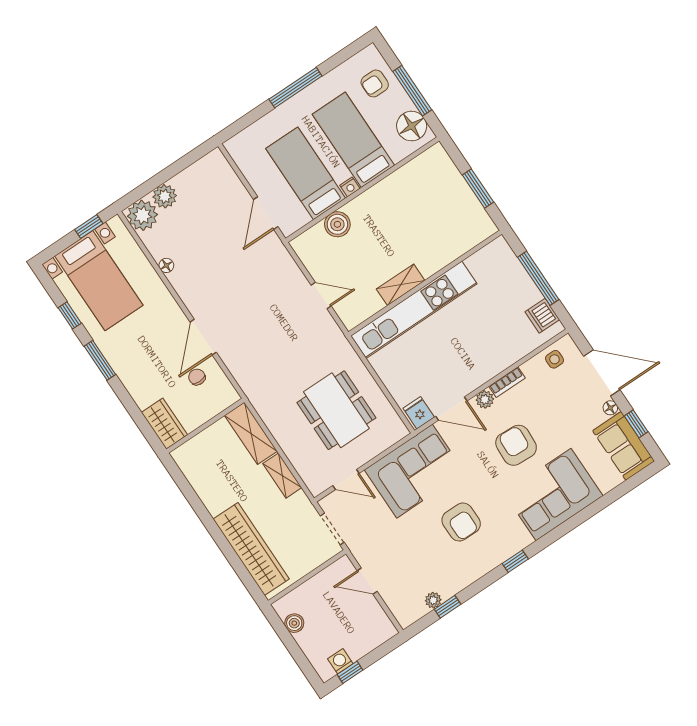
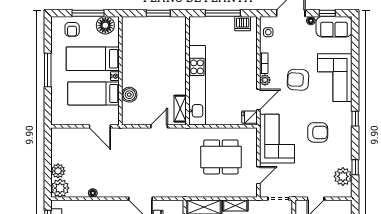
shelving: (401, 285) -> (180, 109), moved
plant: (433, 600) -> (343, 176), width x1.88, depth x1.88

